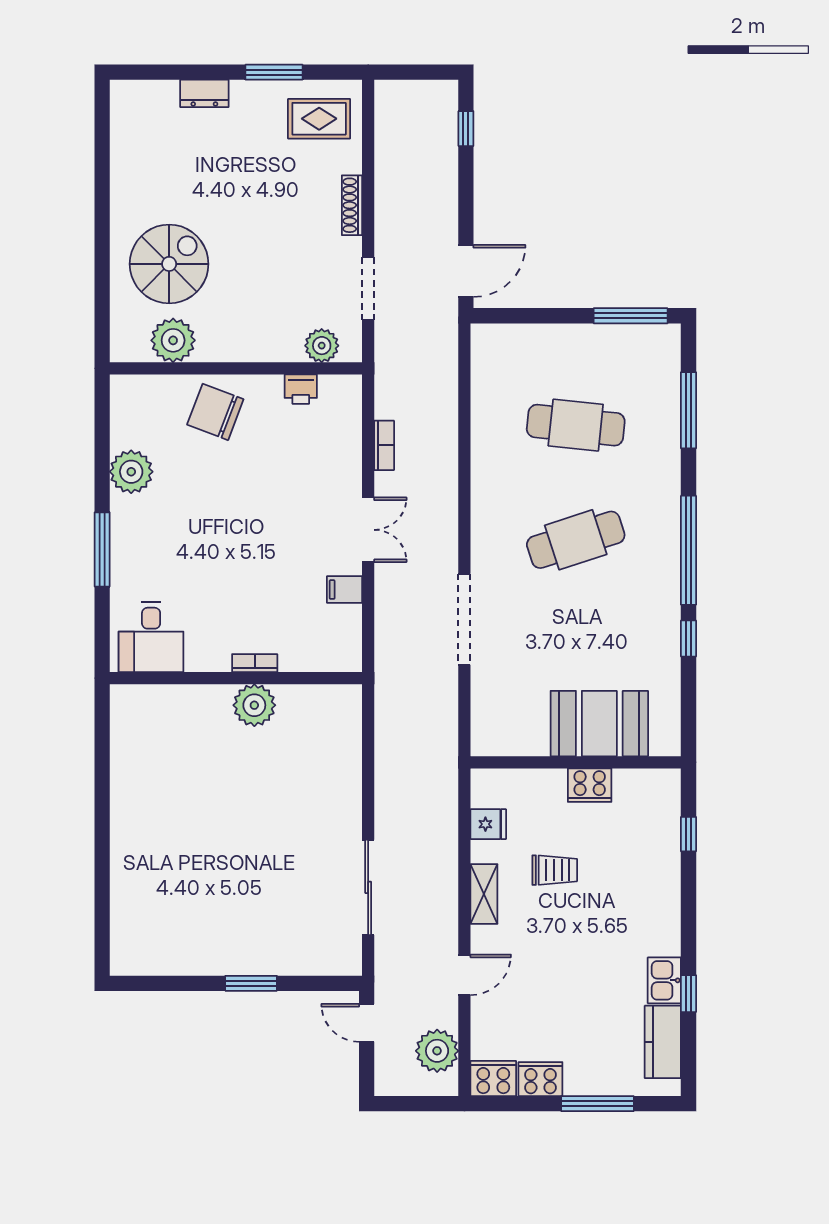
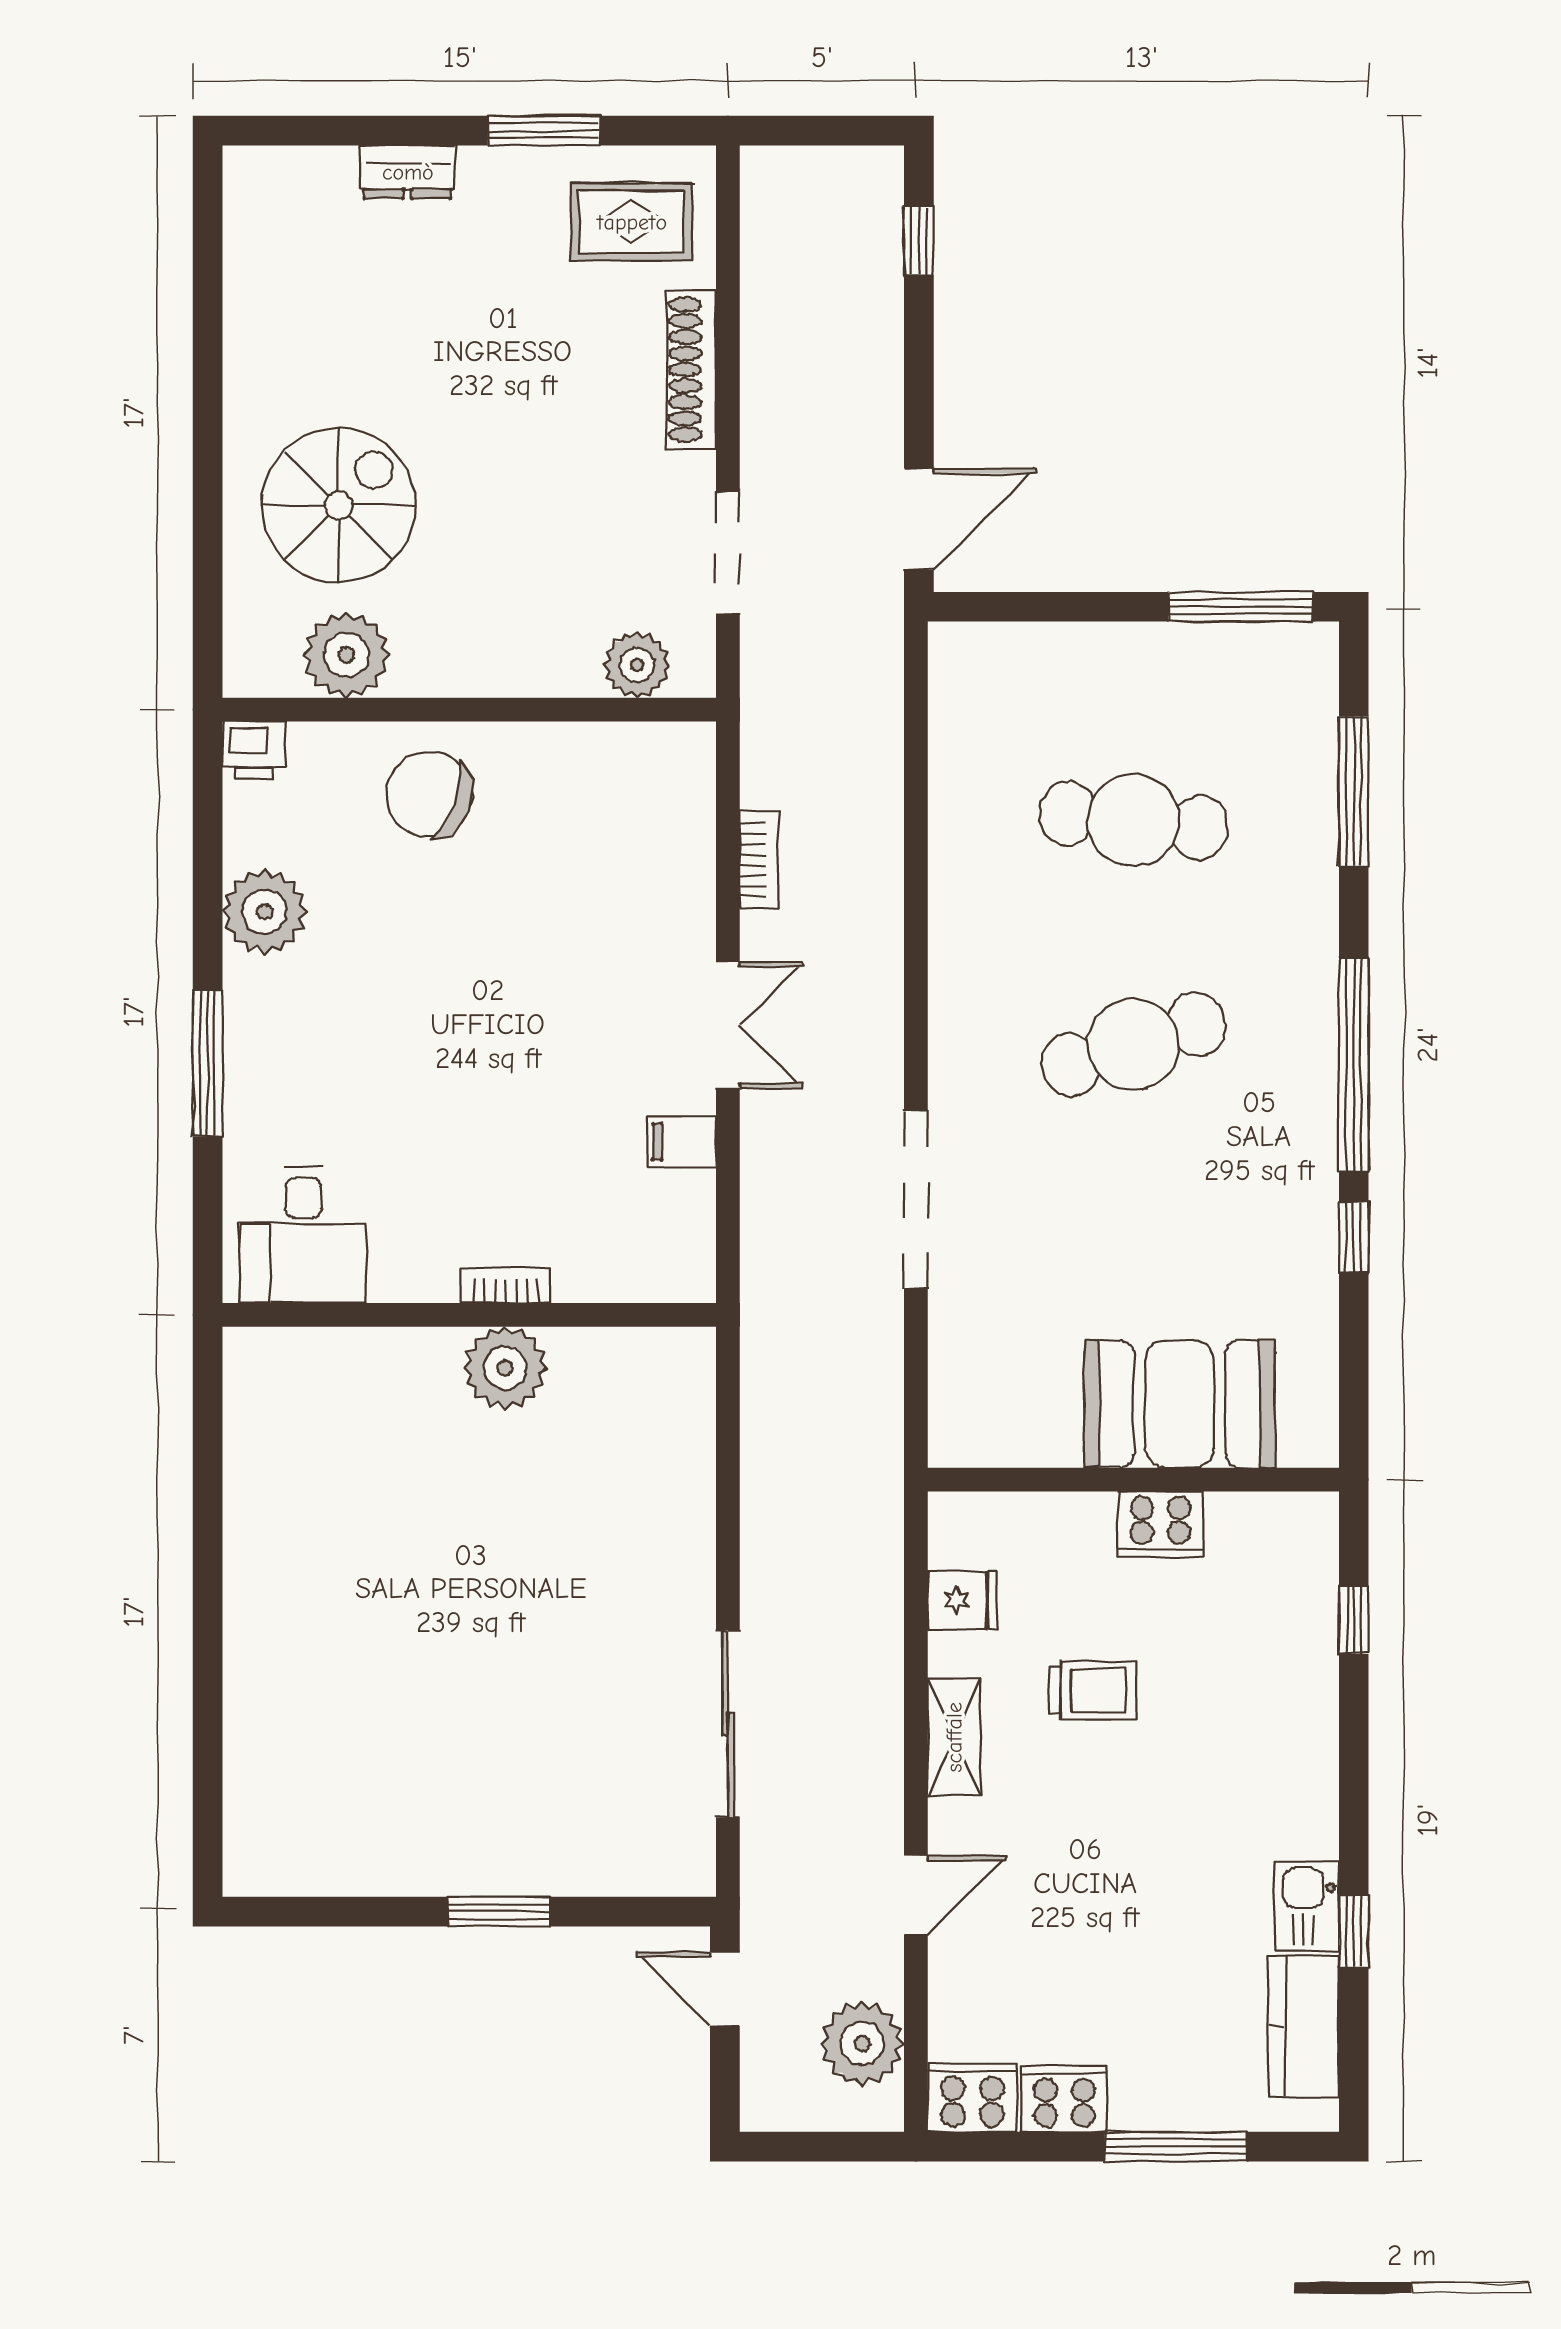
shoe rack: (352, 205) -> (691, 370), width x1.36, depth x1.24
printer: (301, 389) -> (254, 750), moved

